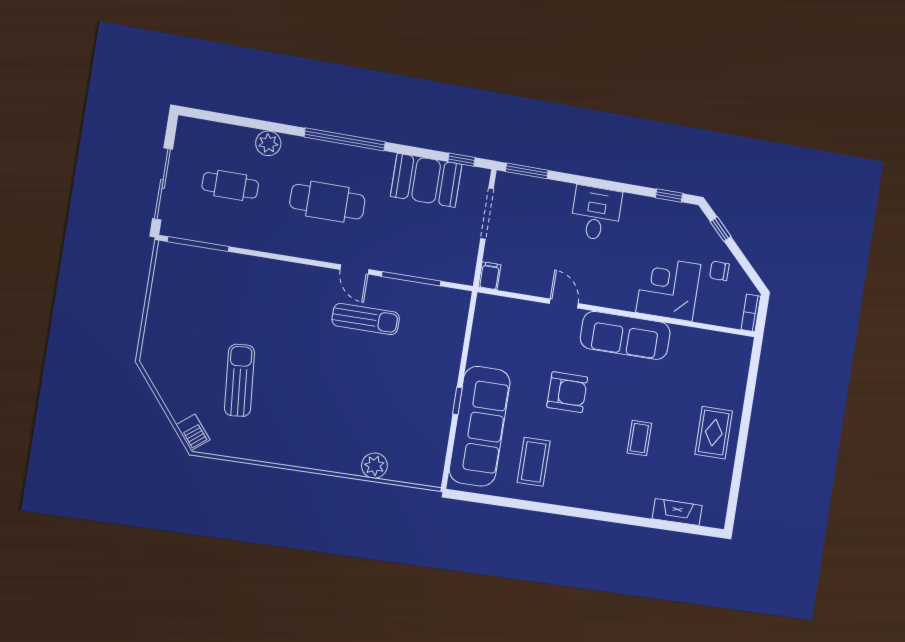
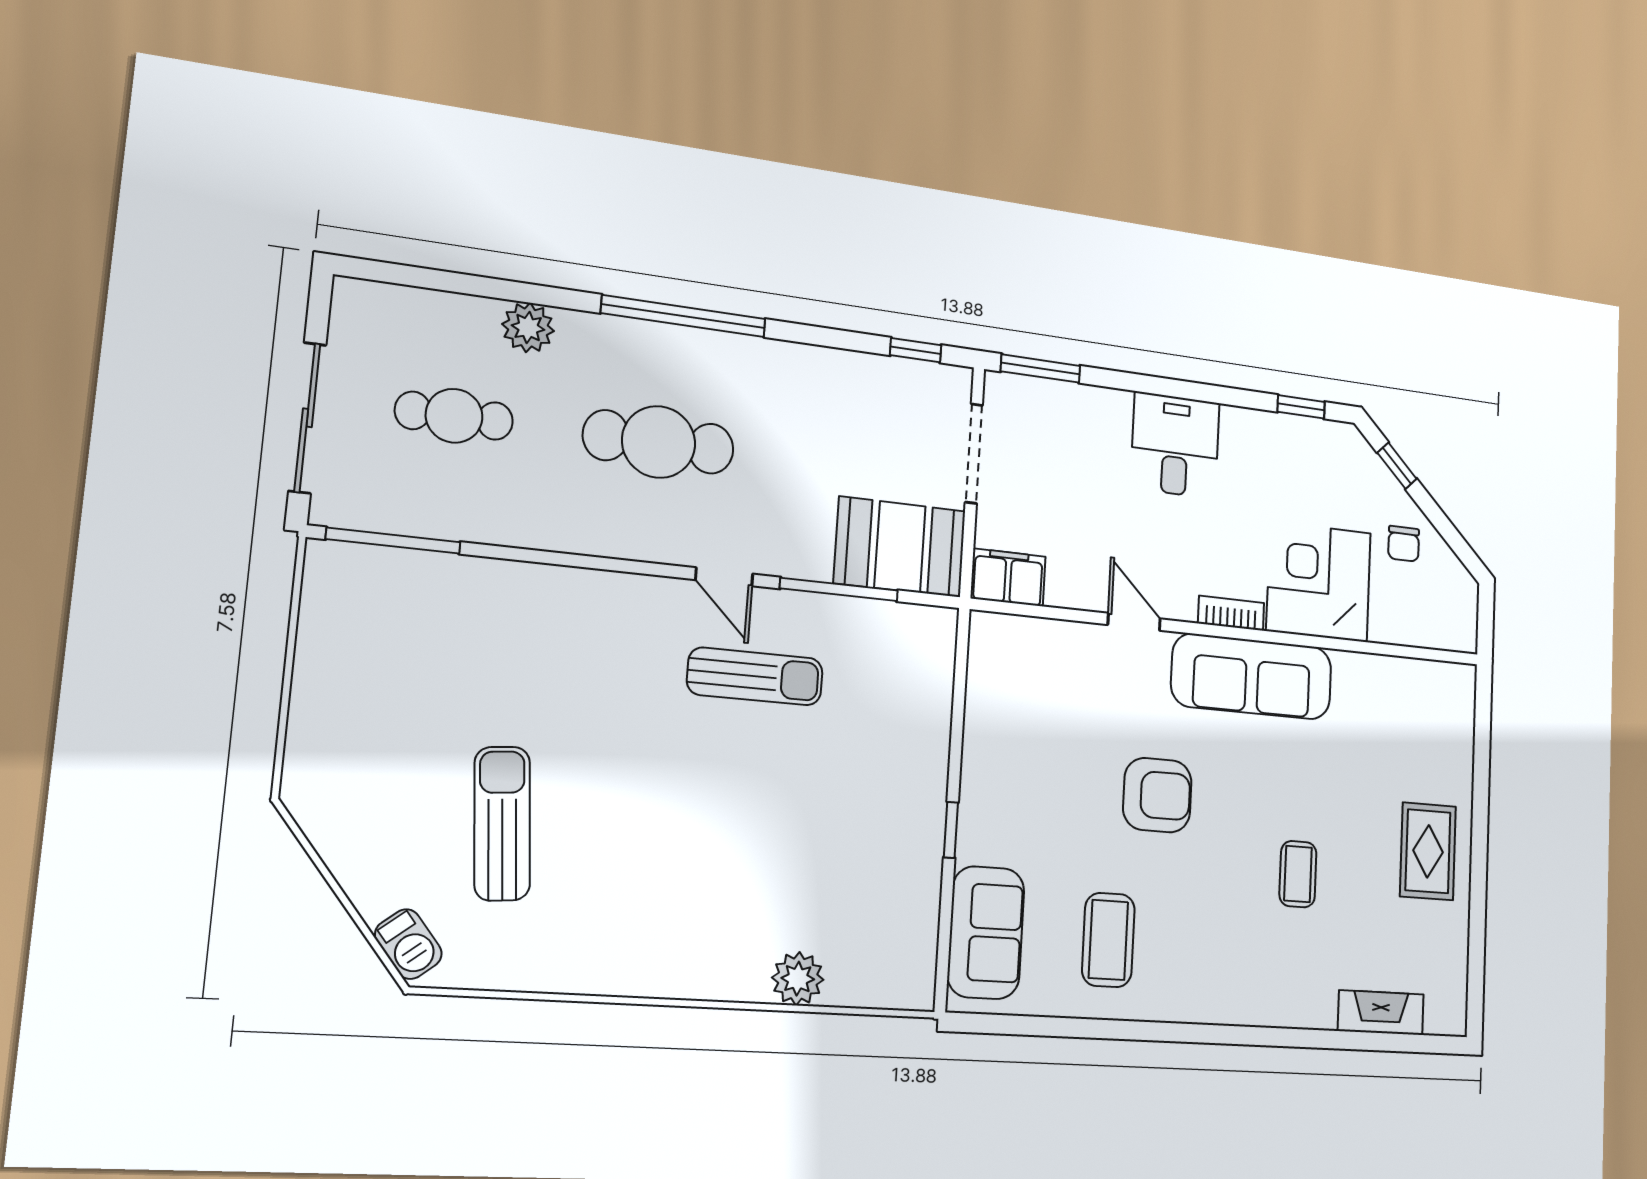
booth: (426, 180) -> (900, 547), moved
chair: (719, 271) -> (1404, 544), turned -90
filing cabinet: (490, 276) -> (1008, 577), width x2.00
bookcase: (751, 313) -> (1231, 613), moved, turned 90
sofa: (480, 426) -> (986, 933), width x0.54, depth x0.79

